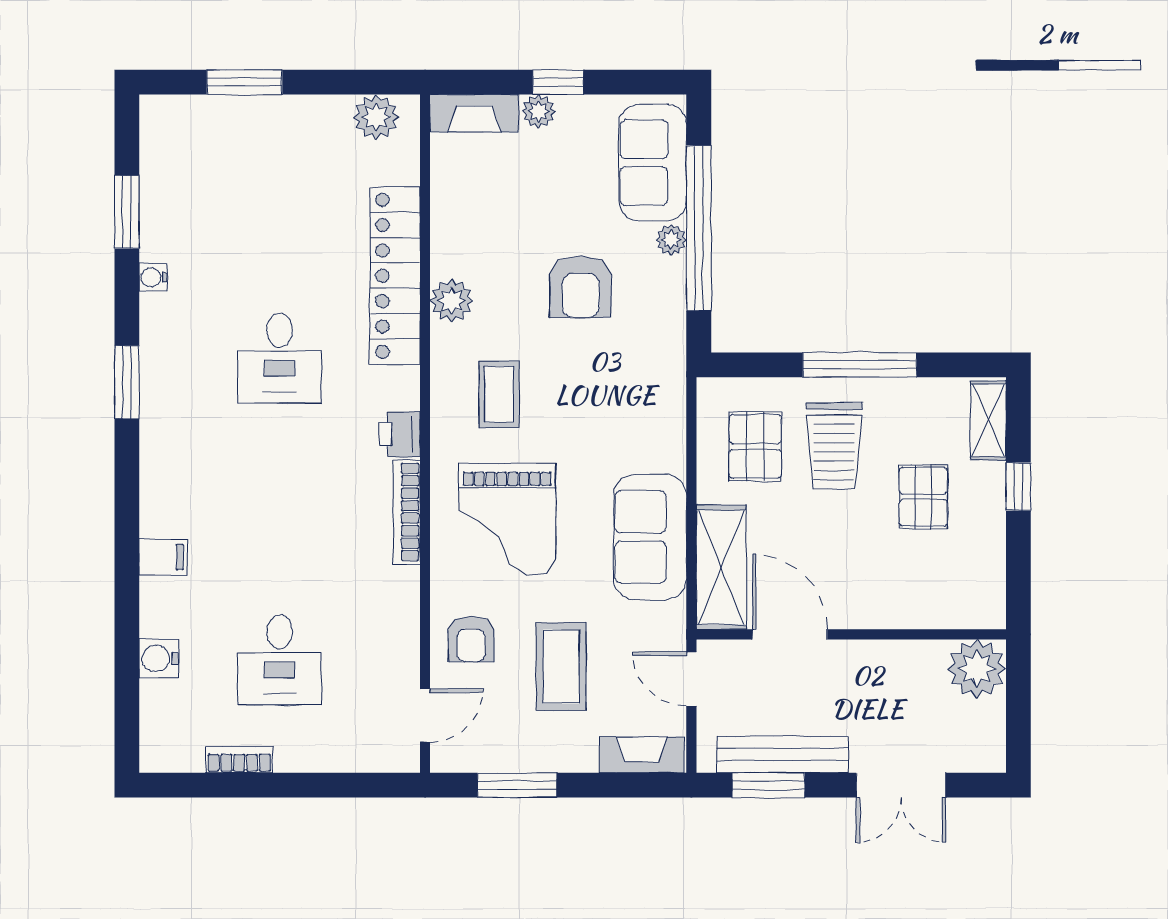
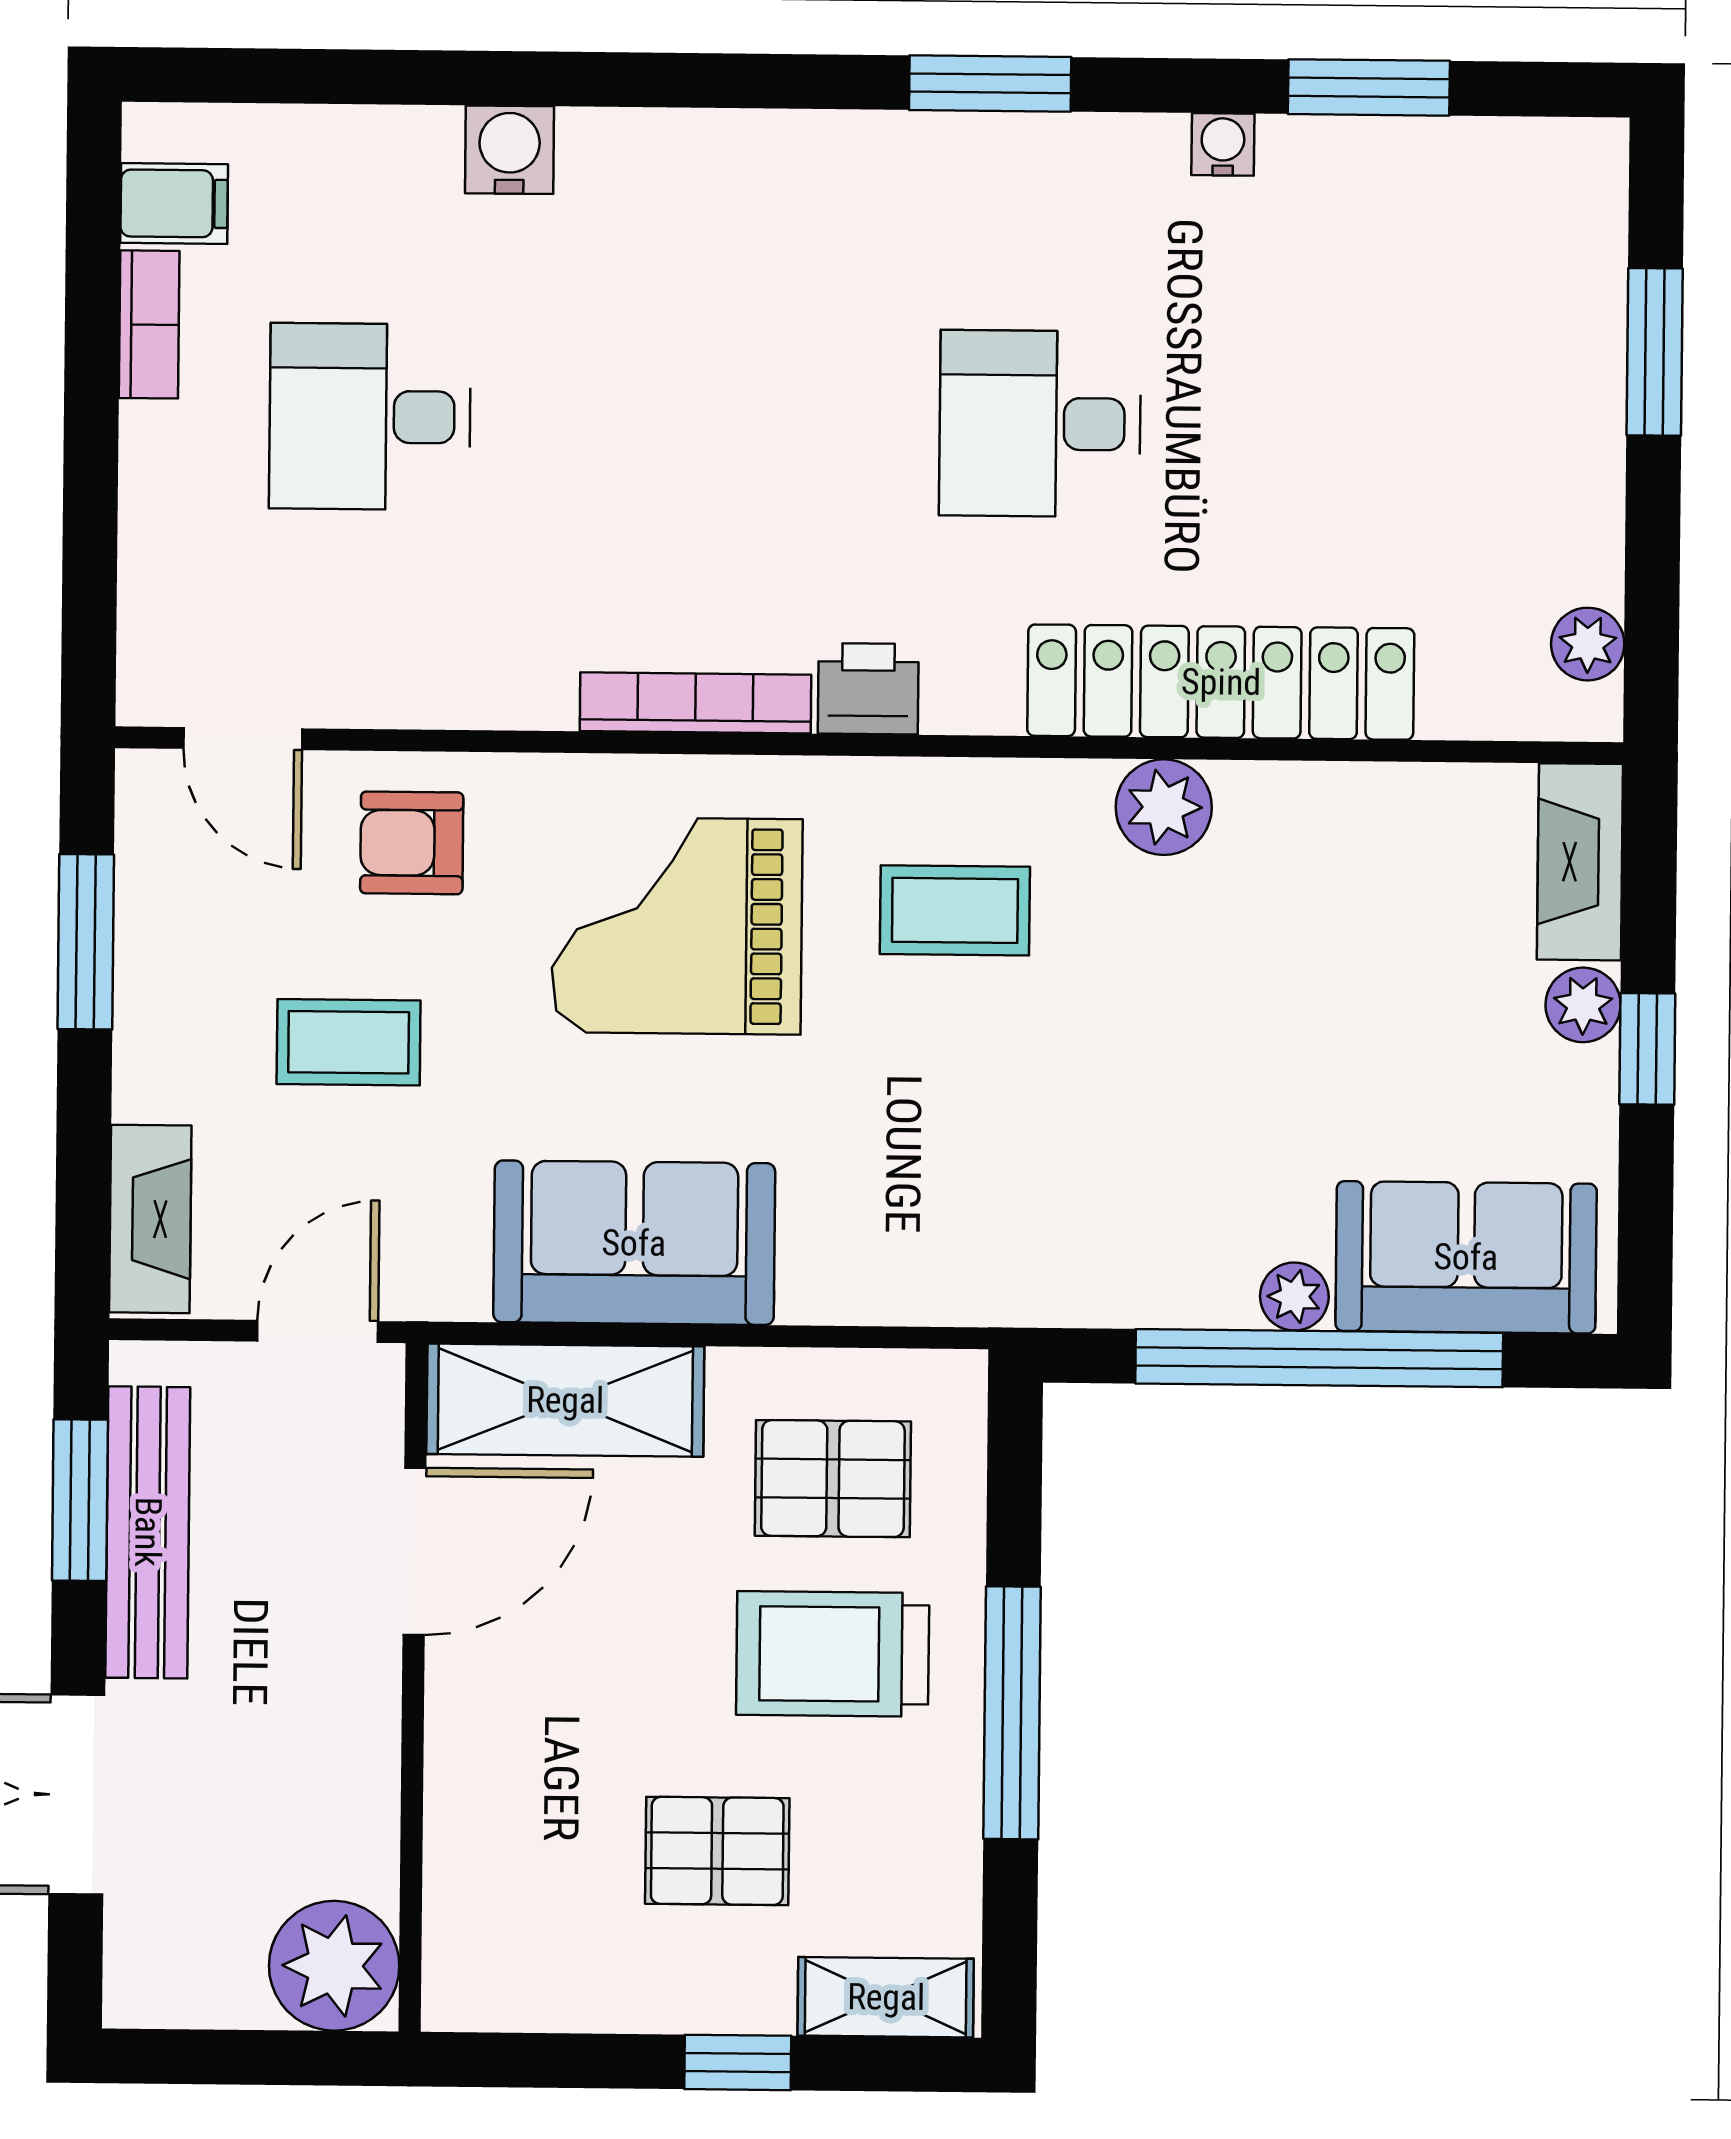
plant: (376, 117) -> (1588, 644), width x0.73, depth x0.73
armchair: (581, 287) -> (1192, 1094), removed
filing cabinet: (163, 557) -> (174, 203), moved, turned -90
water cooler: (159, 658) -> (510, 150), moved
coffee table: (561, 666) -> (349, 1042), width x0.73, depth x0.77

